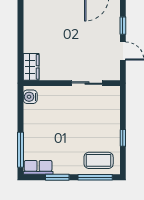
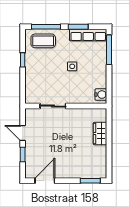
wardrobe: (31, 67) -> (100, 134), moved
side table: (64, 130) -> (72, 66), added
row of seats: (38, 167) -> (88, 35), width x1.48

